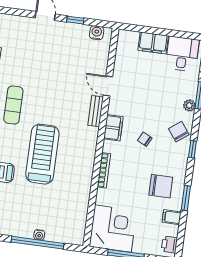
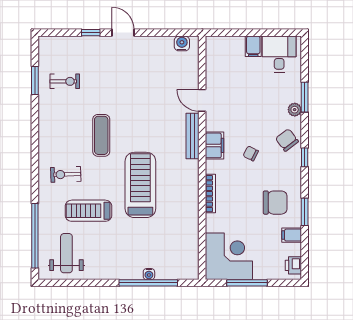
window: (75, 20) -> (91, 33), moved
filing cabinet: (153, 43) -> (253, 46), width x0.50
bench: (96, 111) -> (193, 136), width x1.36

